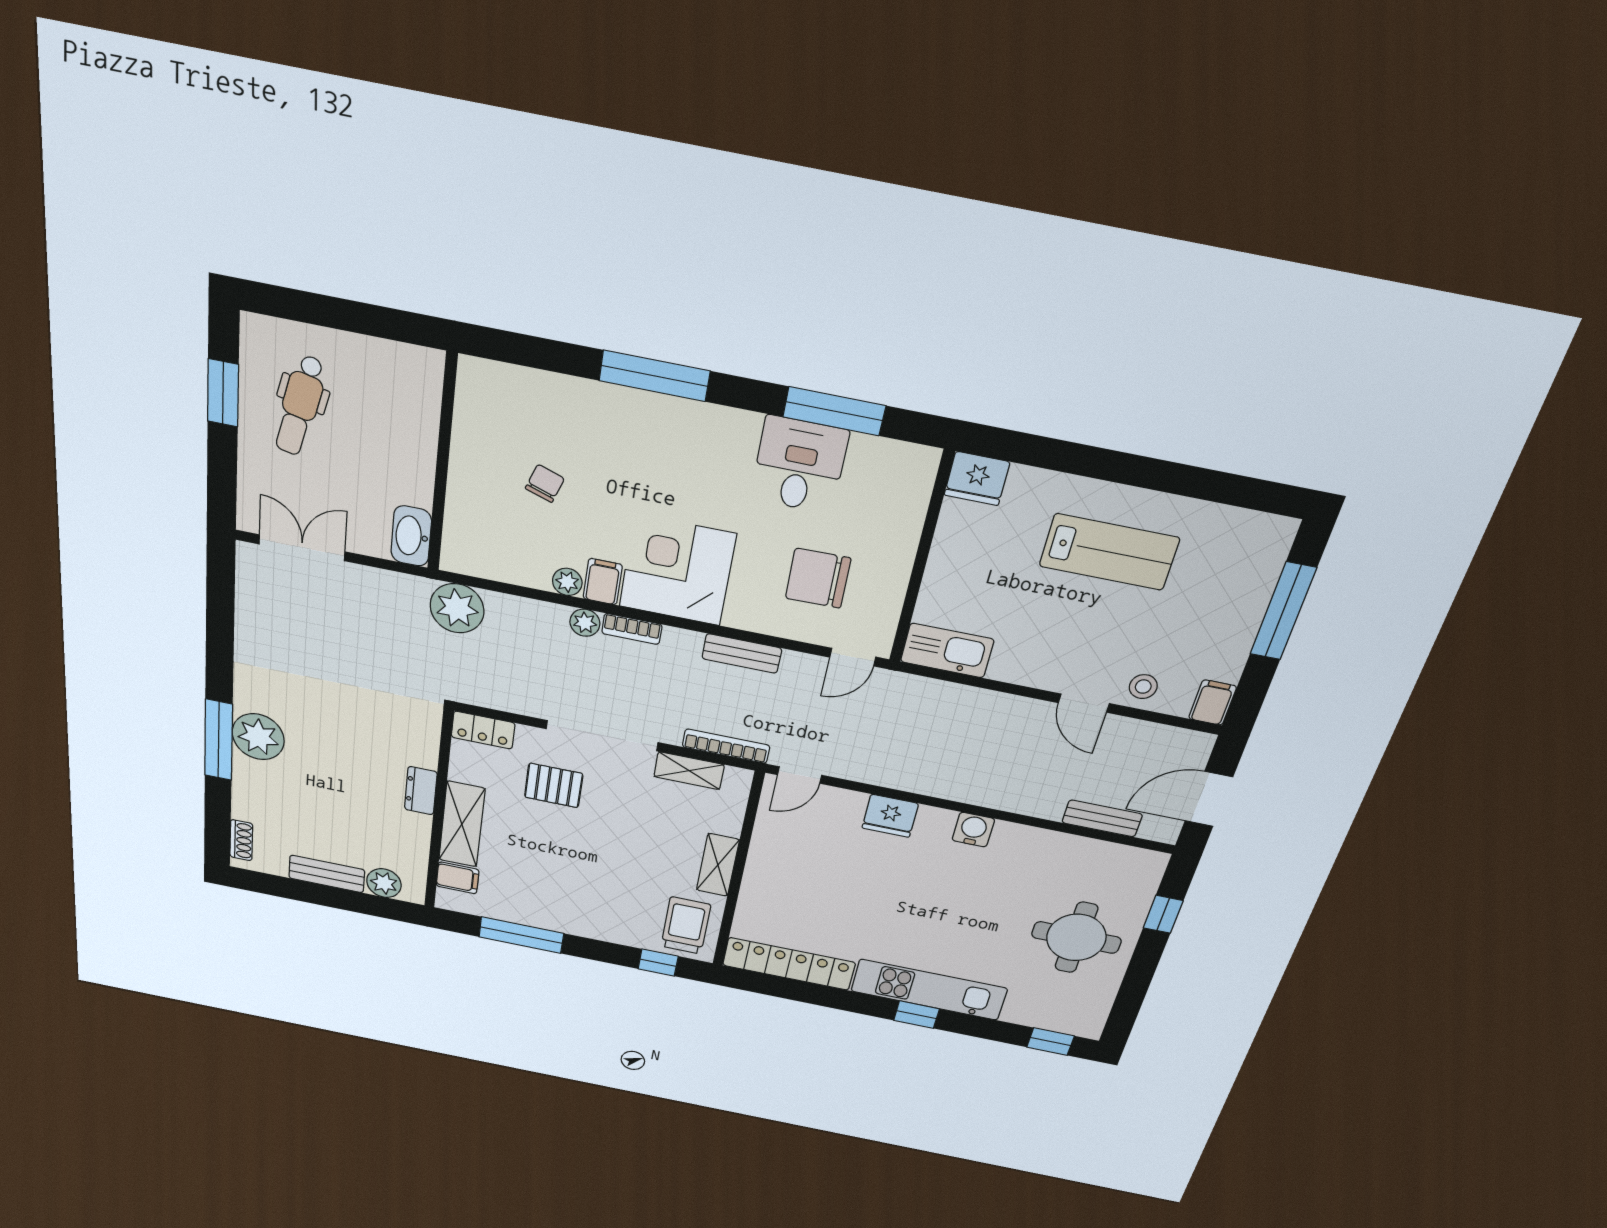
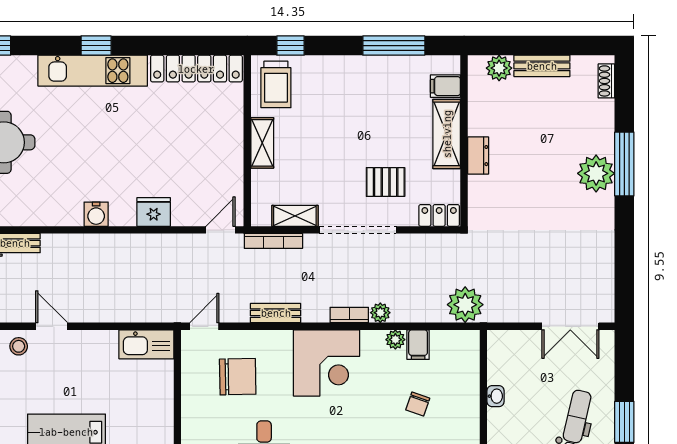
washbasin: (411, 536) -> (496, 396), moved, width x0.52, depth x0.69
filing cabinet: (603, 582) -> (418, 345), moved

